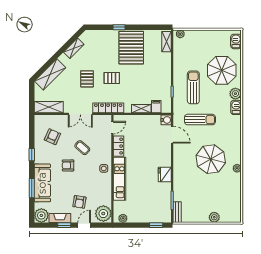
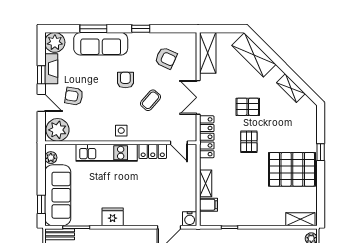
sofa: (150, 213) -> (58, 195), added

